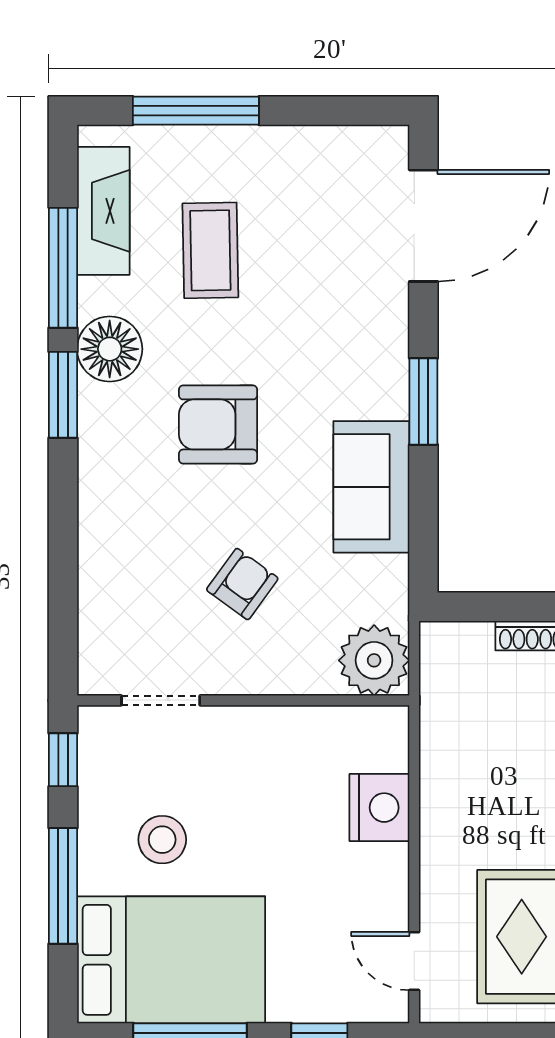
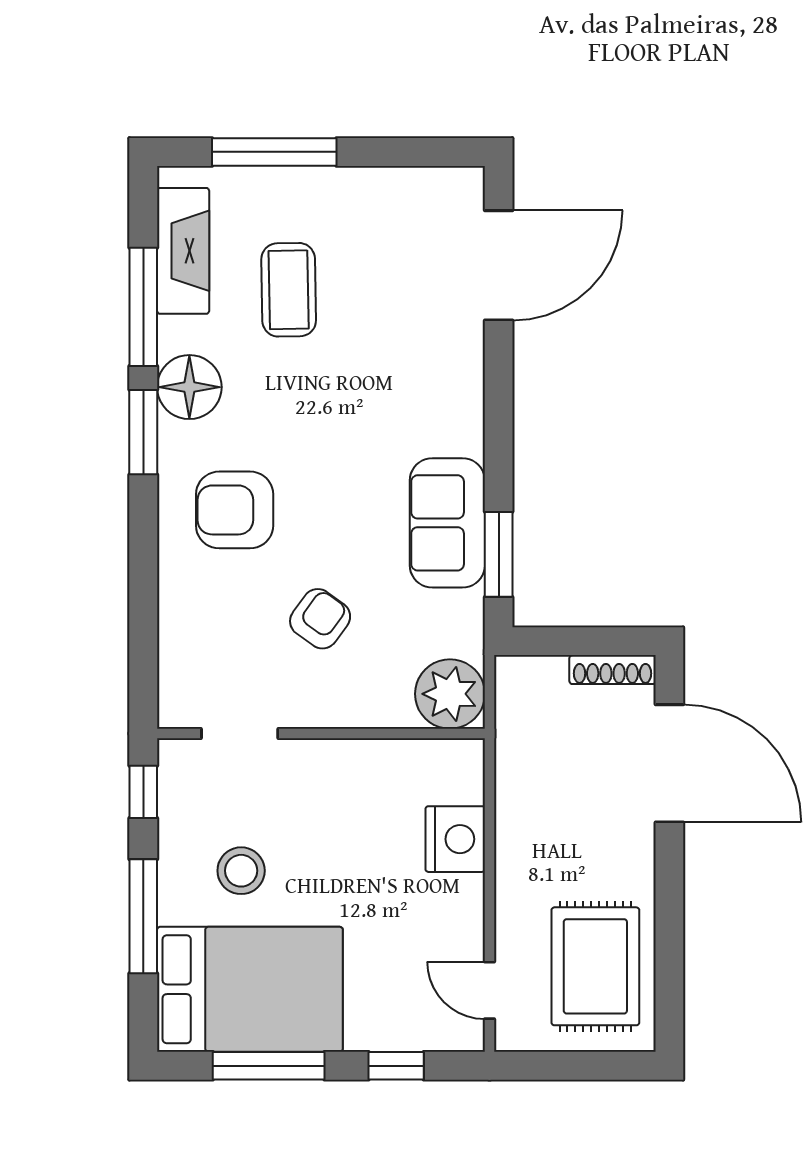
window: (423, 401) -> (499, 554), moved
armchair: (218, 424) -> (235, 510), moved

